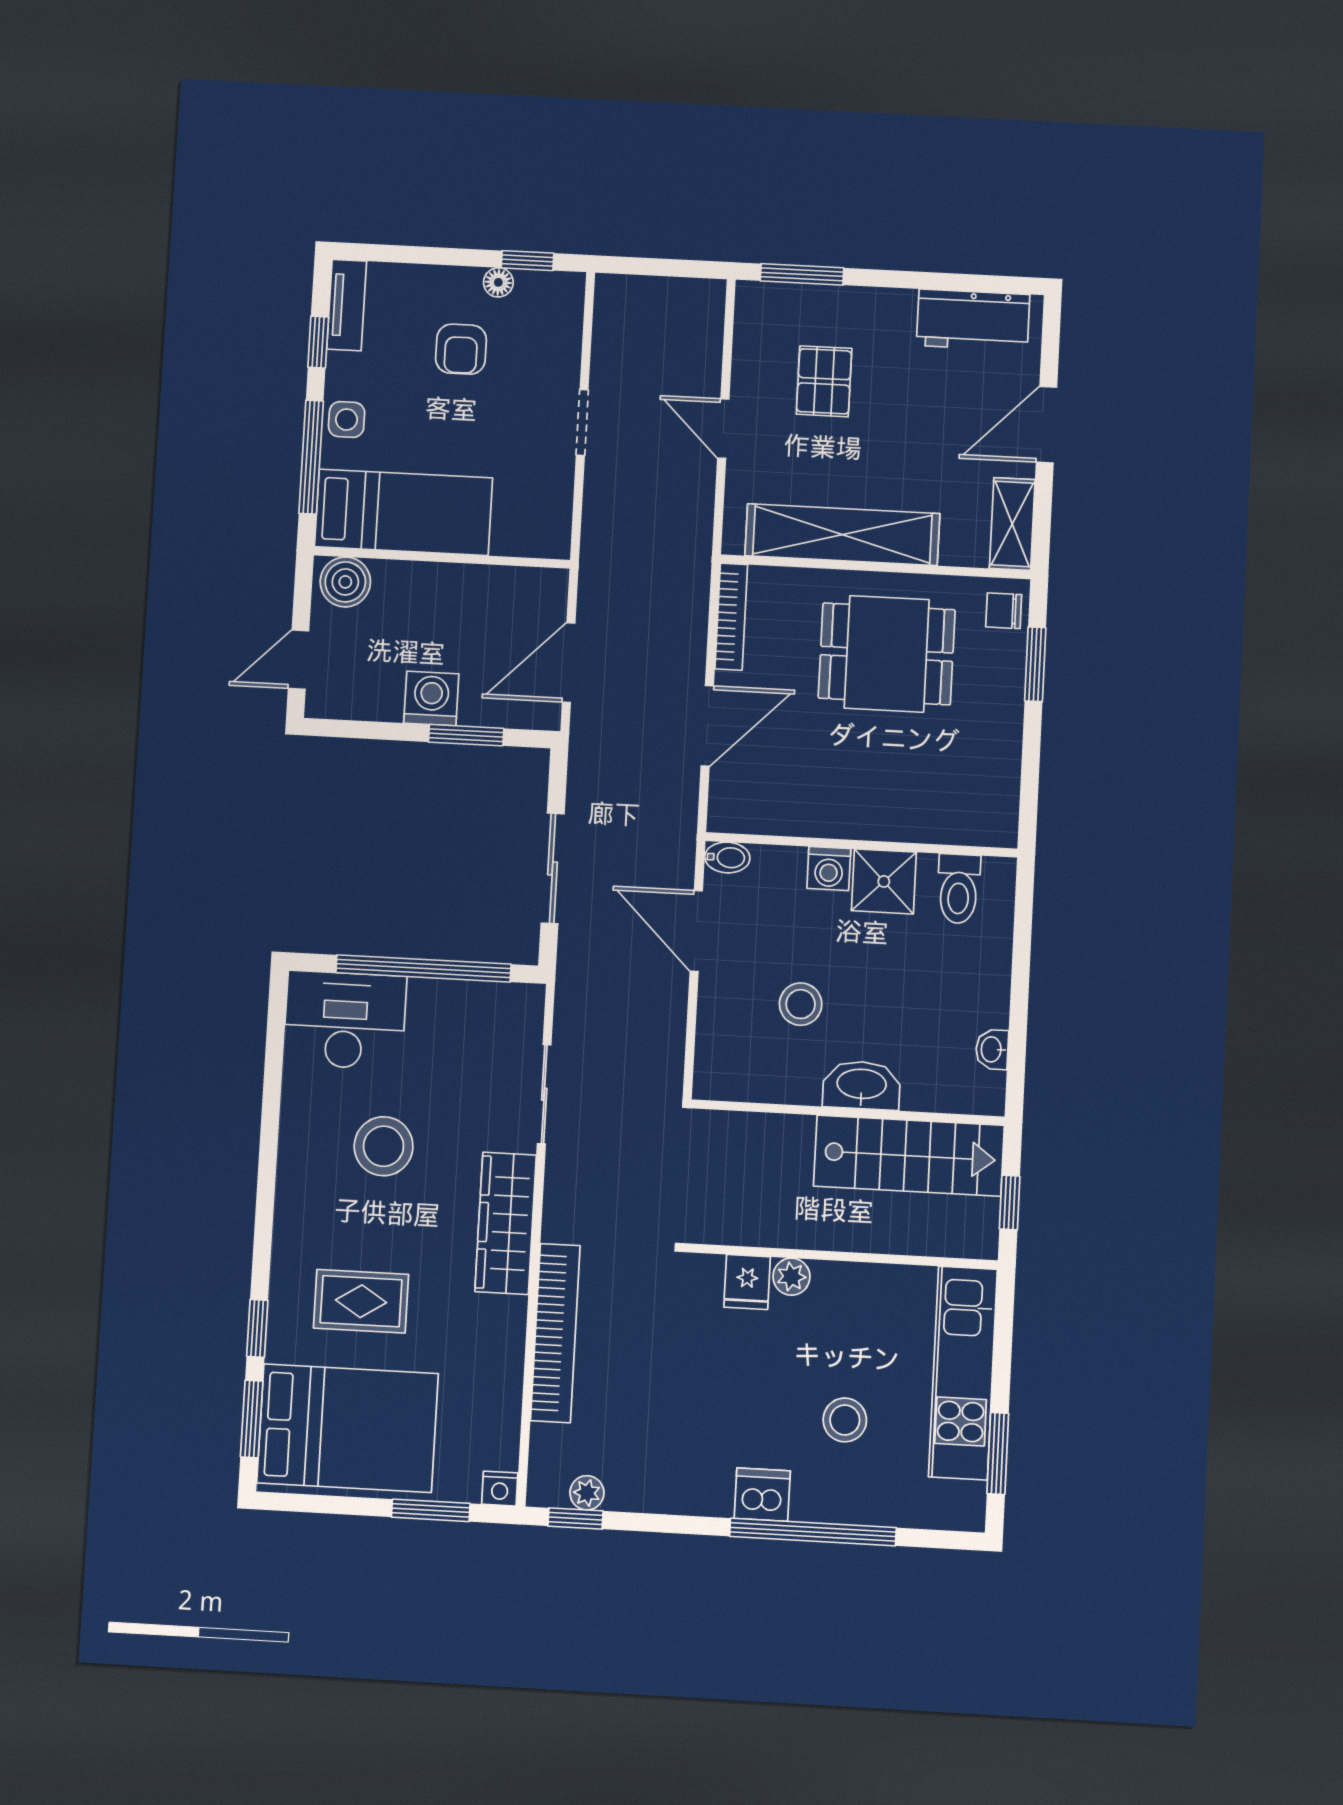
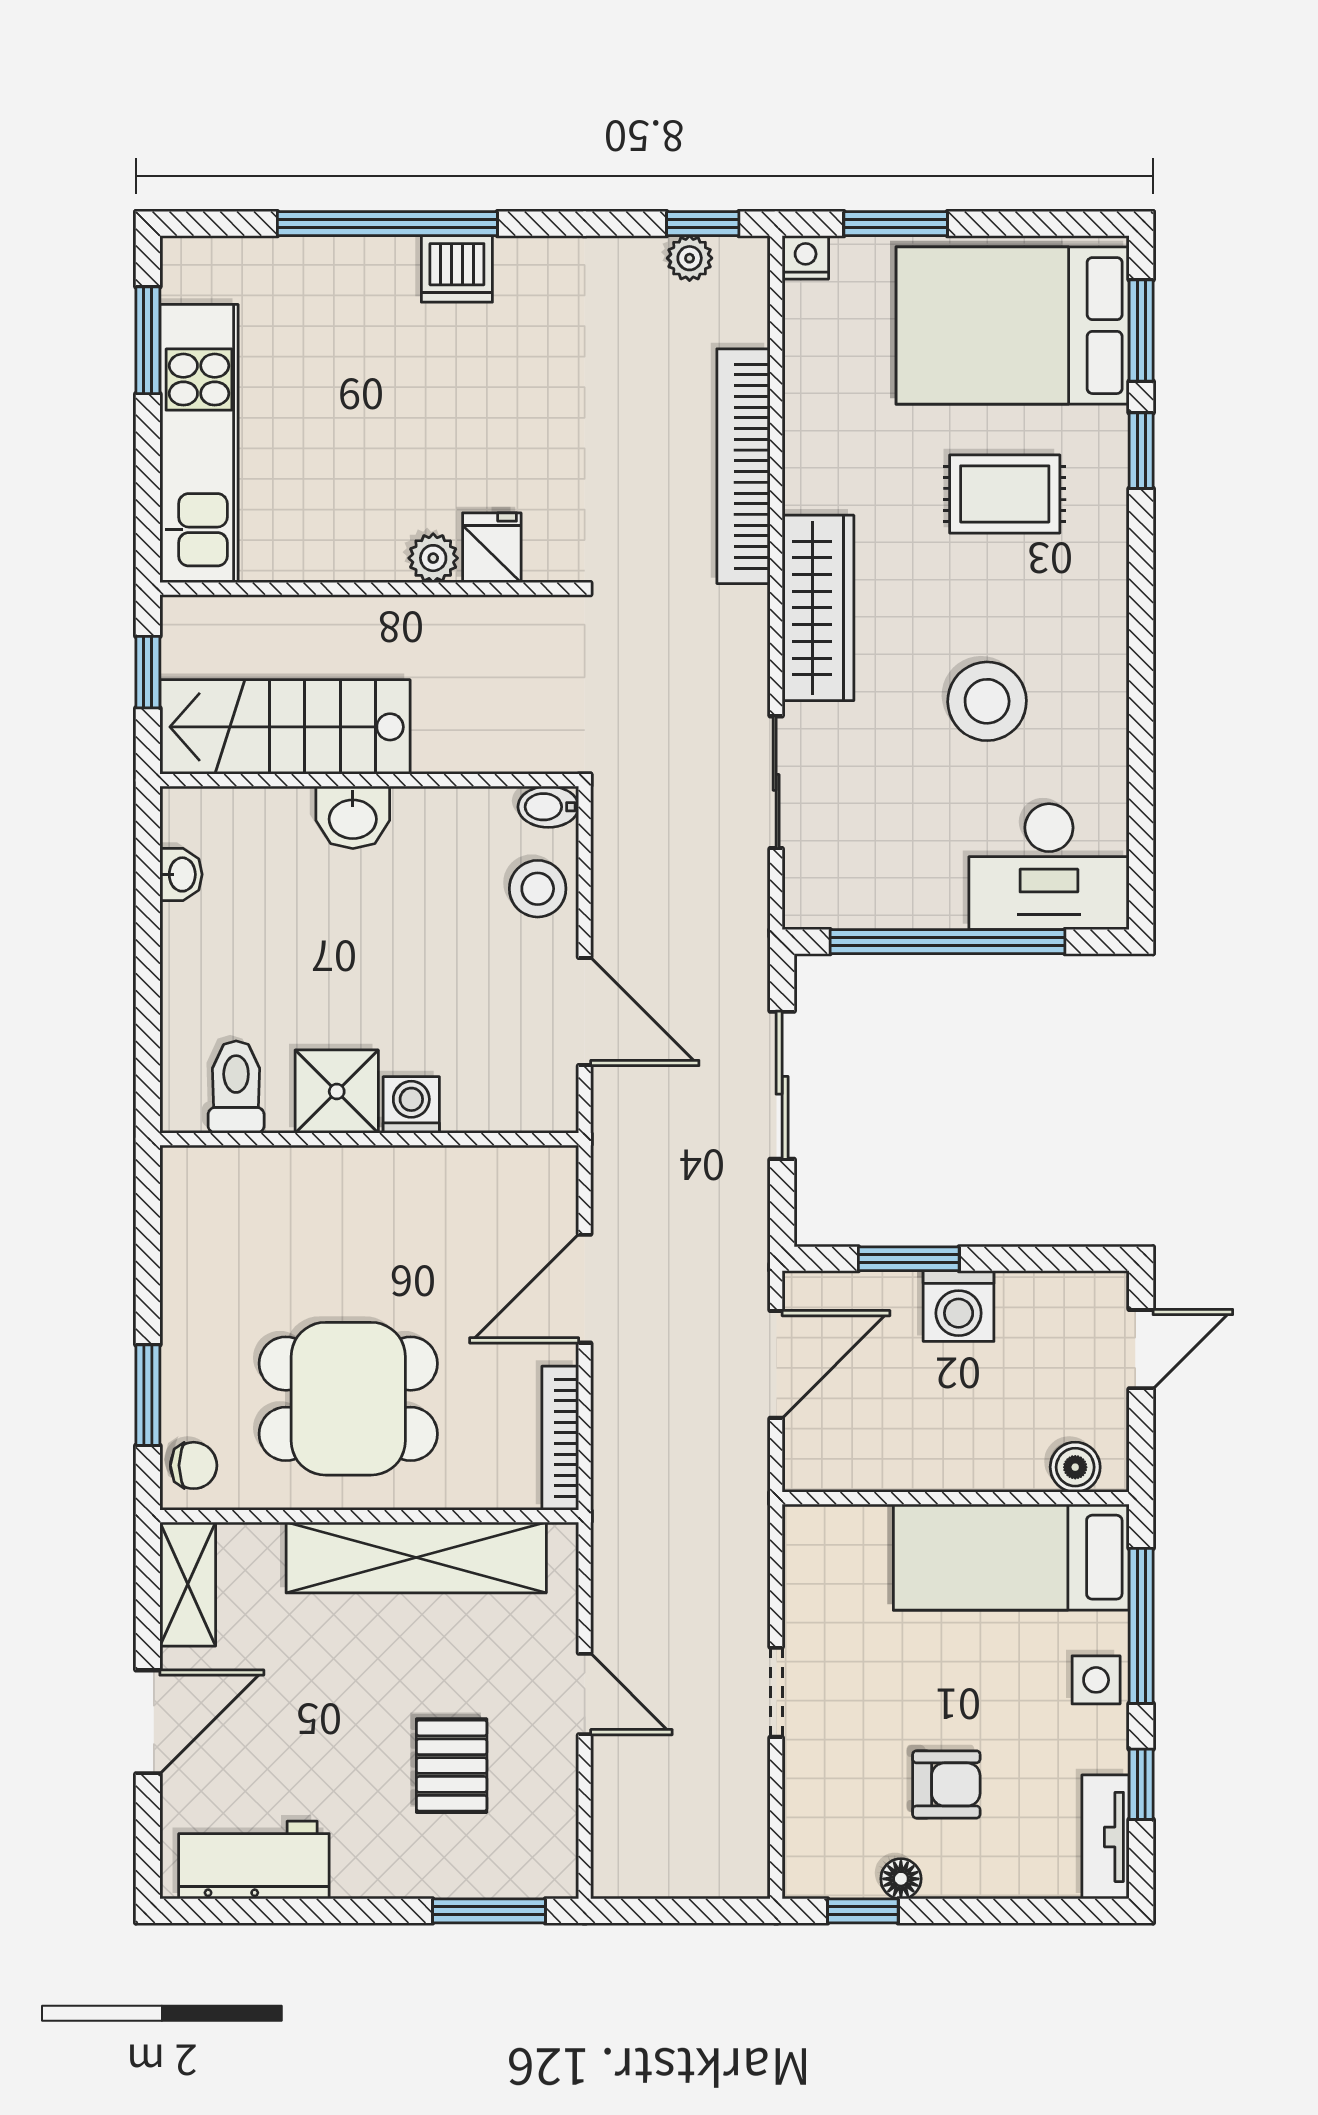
armchair: (461, 349) -> (946, 1784), turned 90
boiler: (345, 582) -> (1075, 1467), width x0.73, depth x0.73
bidet: (727, 858) -> (548, 807), moved
stool: (801, 1004) -> (538, 889), moved
washbasin: (862, 1085) -> (353, 817), width x0.72
stool: (845, 1420) -> (353, 373), removed

